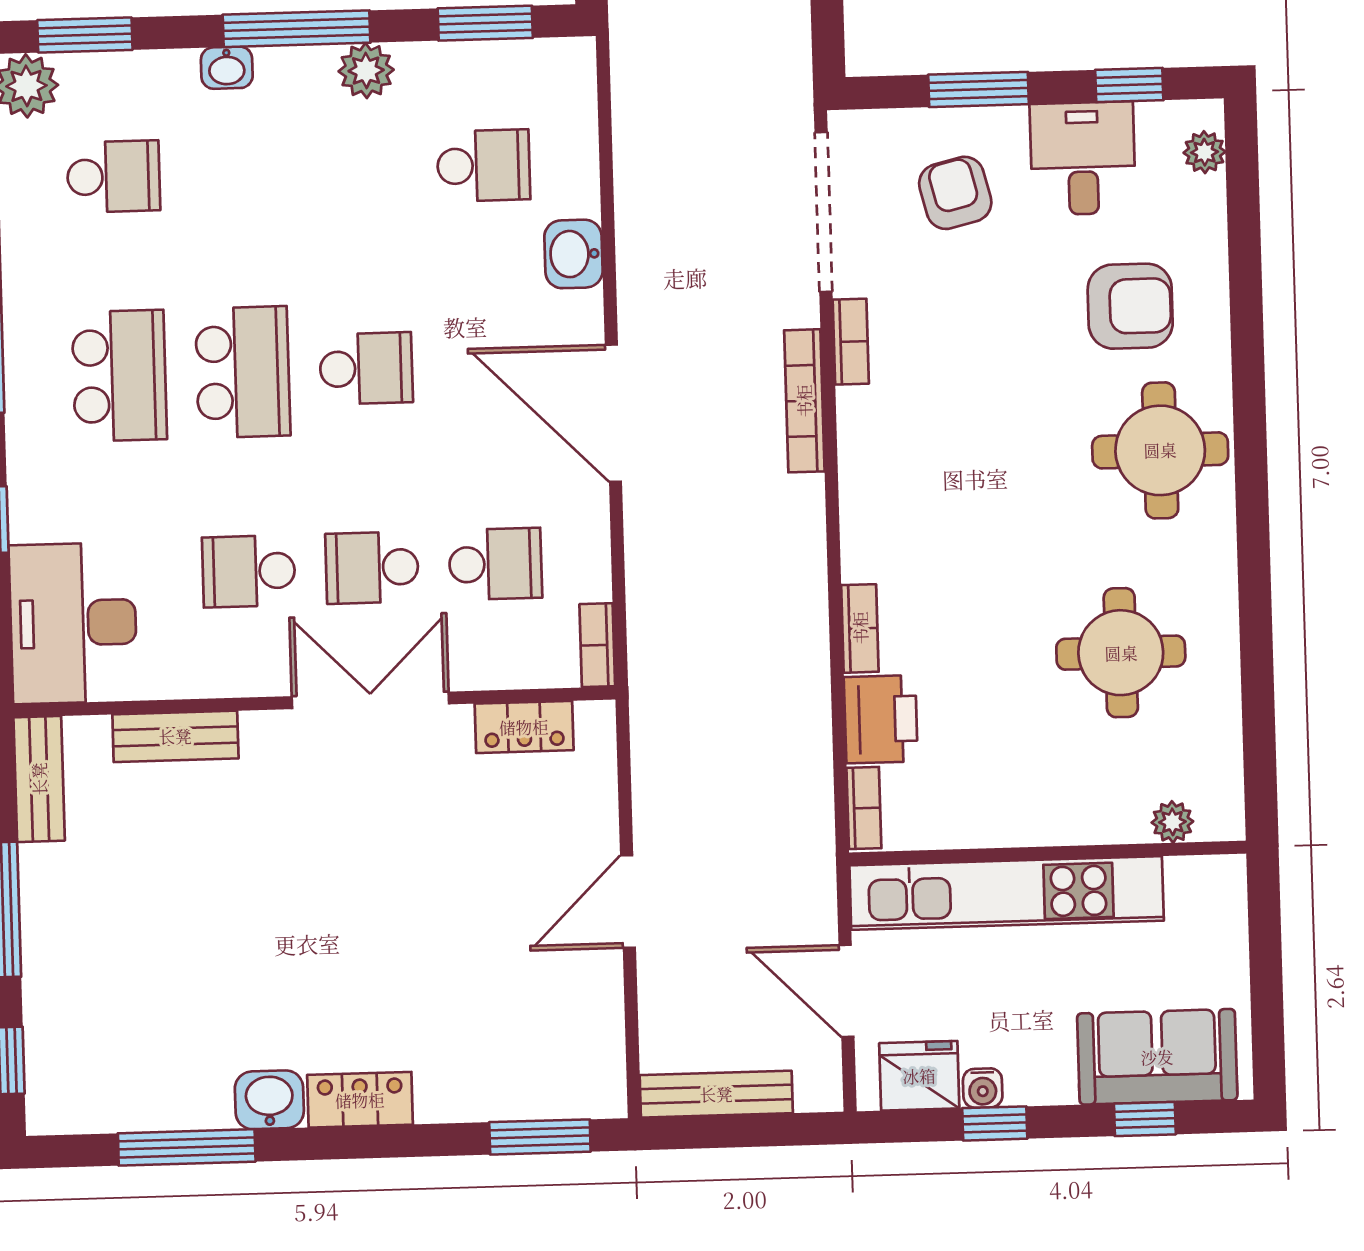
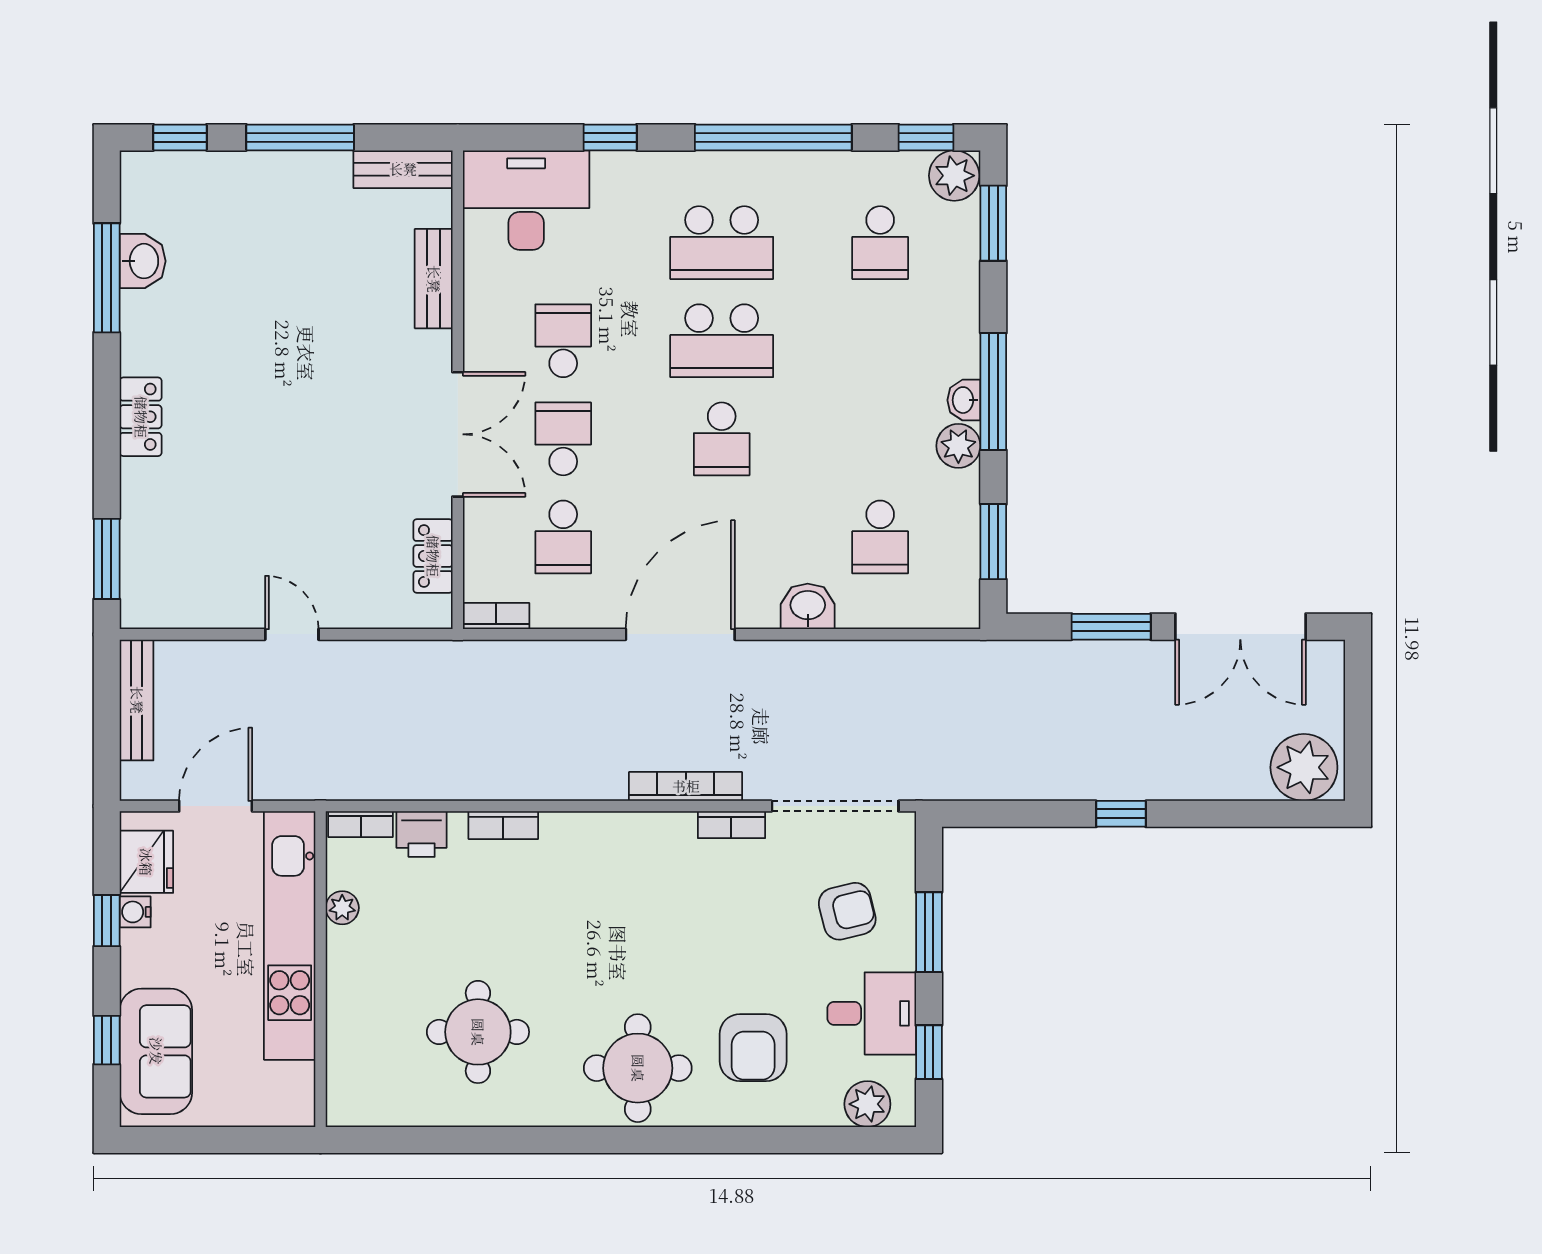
washbasin: (227, 68) -> (964, 400), moved
plant: (1204, 152) -> (867, 1104), width x1.38, depth x1.38
printer: (881, 719) -> (422, 834), width x0.73, depth x0.81
plant: (1172, 822) -> (342, 908), moved
door: (628, 901) -> (292, 634), width x0.73
washbasin: (269, 1100) -> (143, 261), moved

